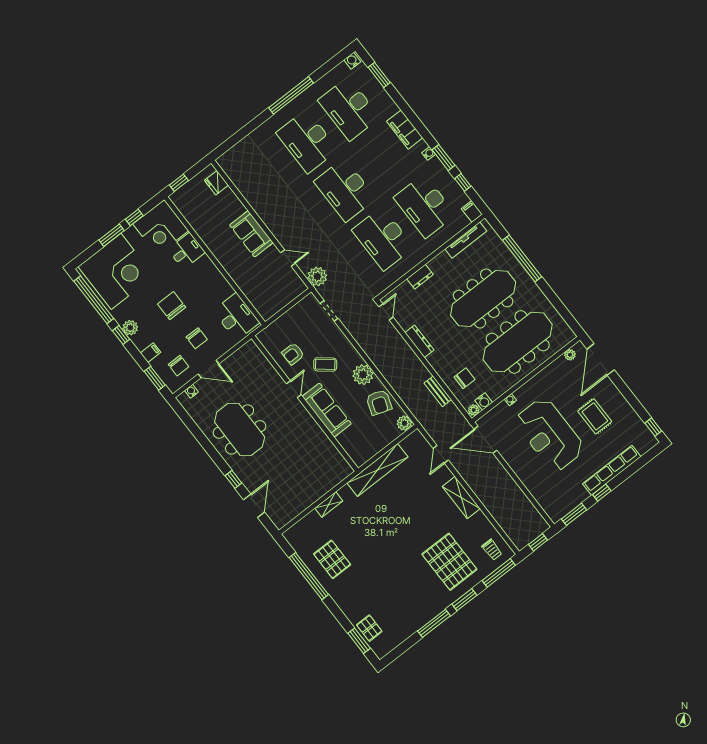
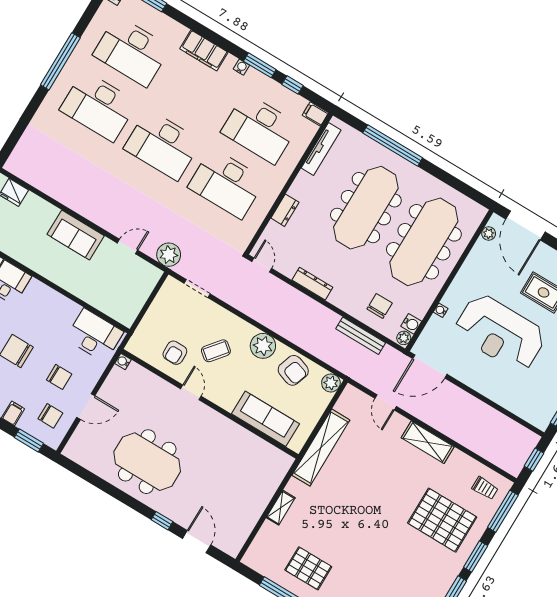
water cooler: (191, 391) -> (123, 362), moved
bench: (438, 391) -> (361, 336), width x1.36
sofa: (327, 410) -> (265, 419), moved

